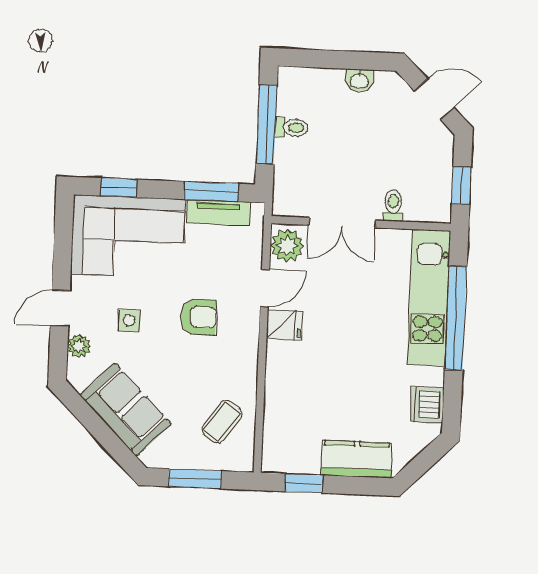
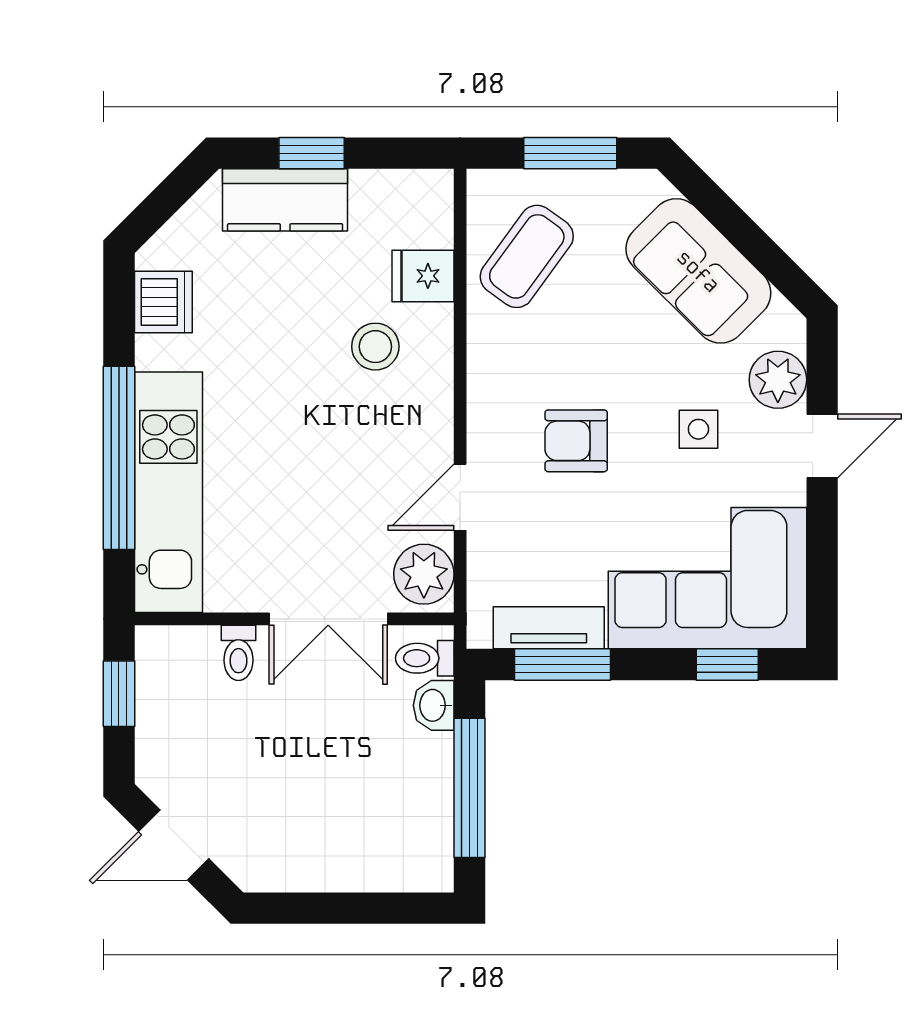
washbasin: (359, 81) -> (434, 705), moved, turned -90
toilet: (292, 128) -> (425, 658), moved
double door: (342, 223) -> (328, 619), swing flipped
fridge: (284, 325) -> (423, 276), moved
plant: (79, 346) -> (778, 380), width x1.38, depth x1.38
stool: (309, 375) -> (375, 347), added
coffee table: (222, 422) -> (527, 256), width x1.36, depth x1.30
window: (304, 483) -> (312, 153), moved

